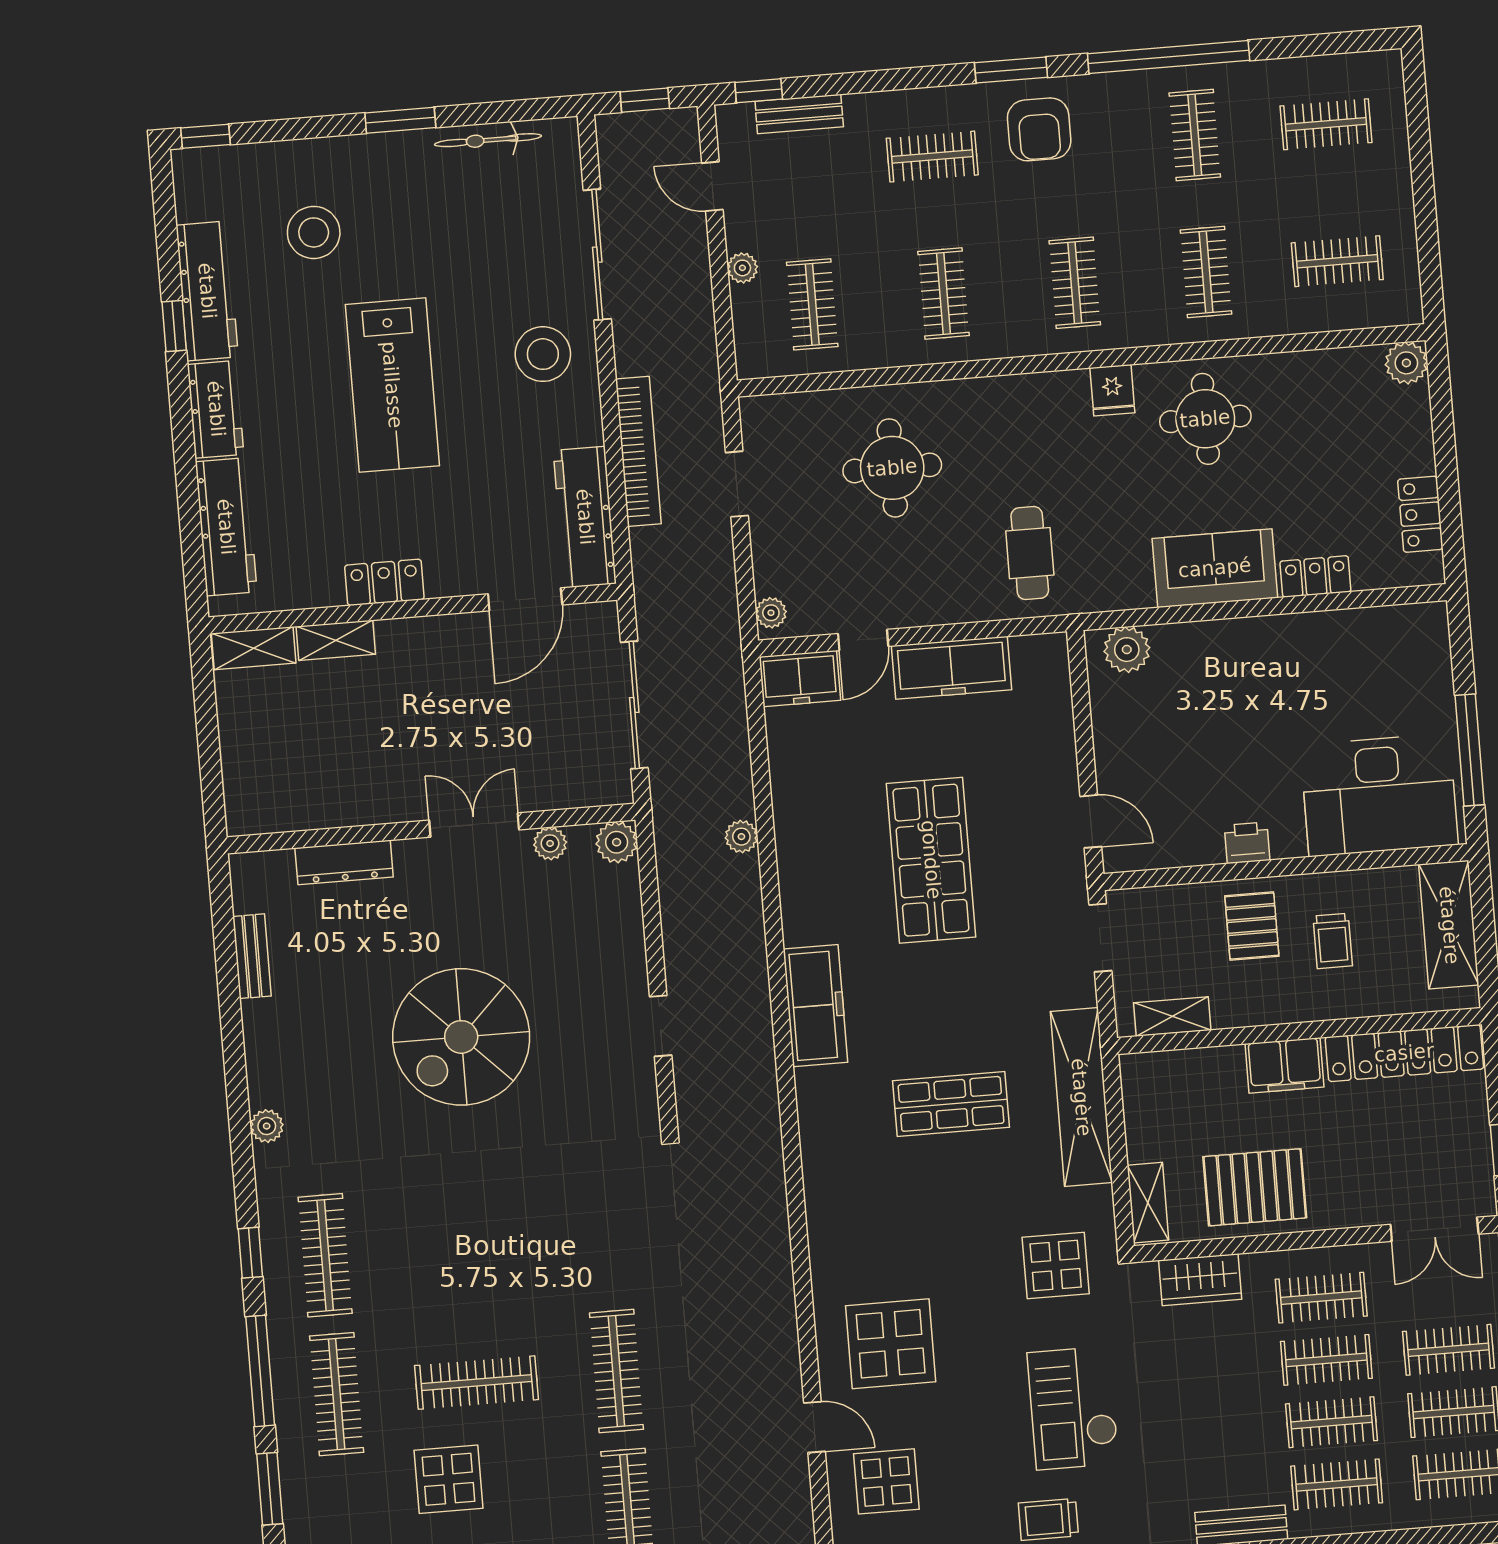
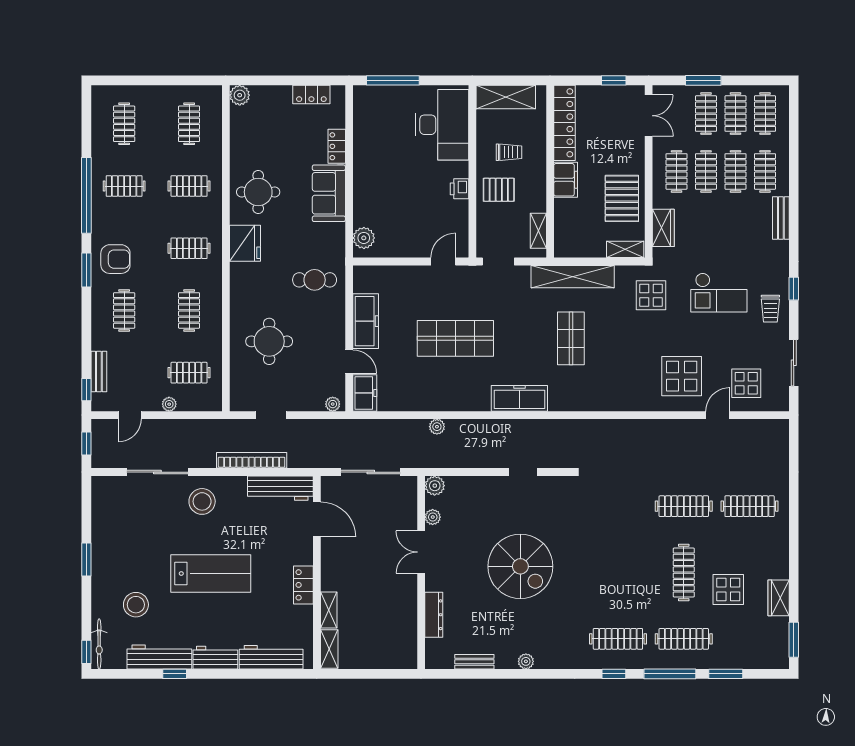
bicycle: (488, 140) -> (99, 644), moved
clothes rail: (944, 294) -> (189, 310), turned 90
fridge: (1112, 390) -> (245, 243), width x1.88, depth x1.34
window: (1470, 750) -> (393, 80), moved
plant: (267, 1126) -> (526, 661), moved

